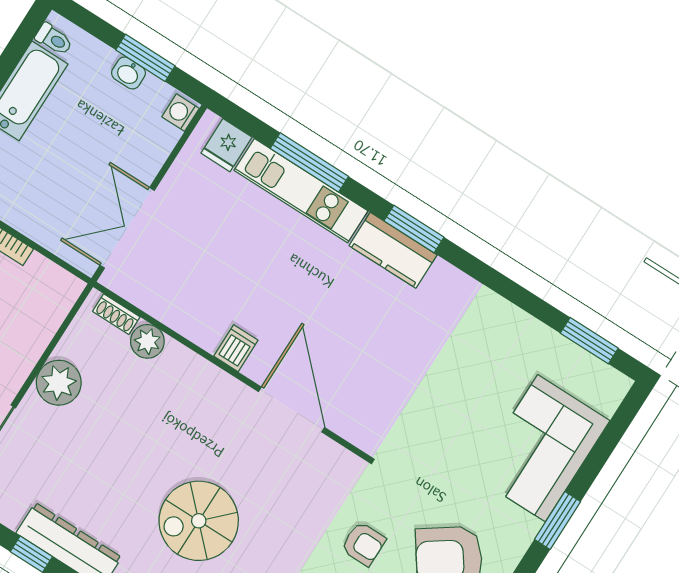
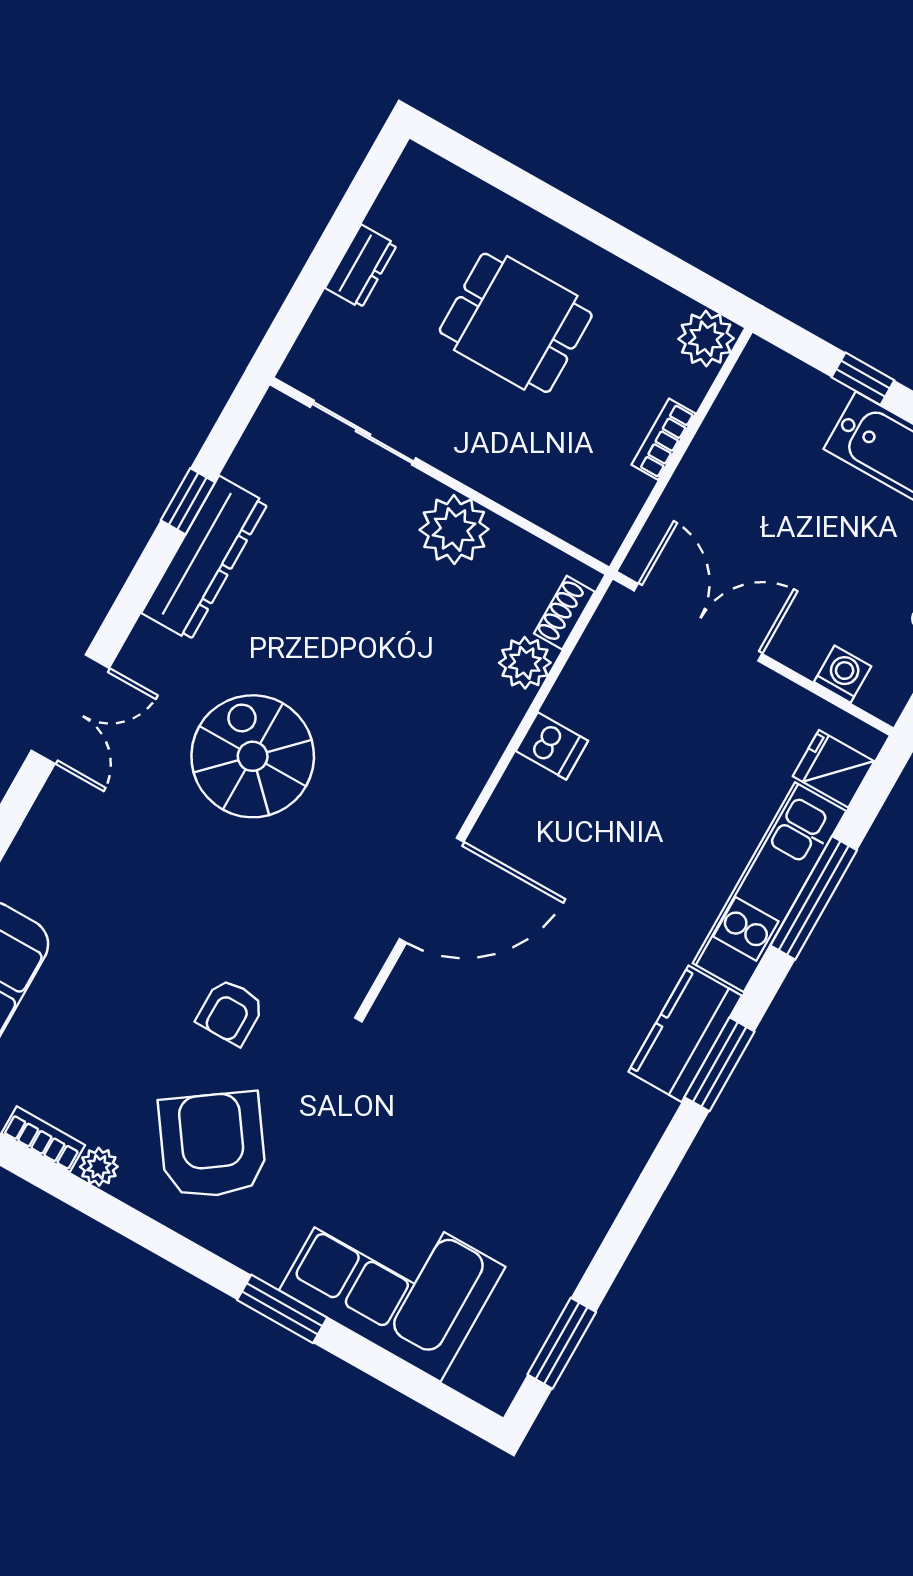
washing machine: (181, 113) -> (843, 674), moved
dishwasher: (236, 348) -> (552, 746), moved

